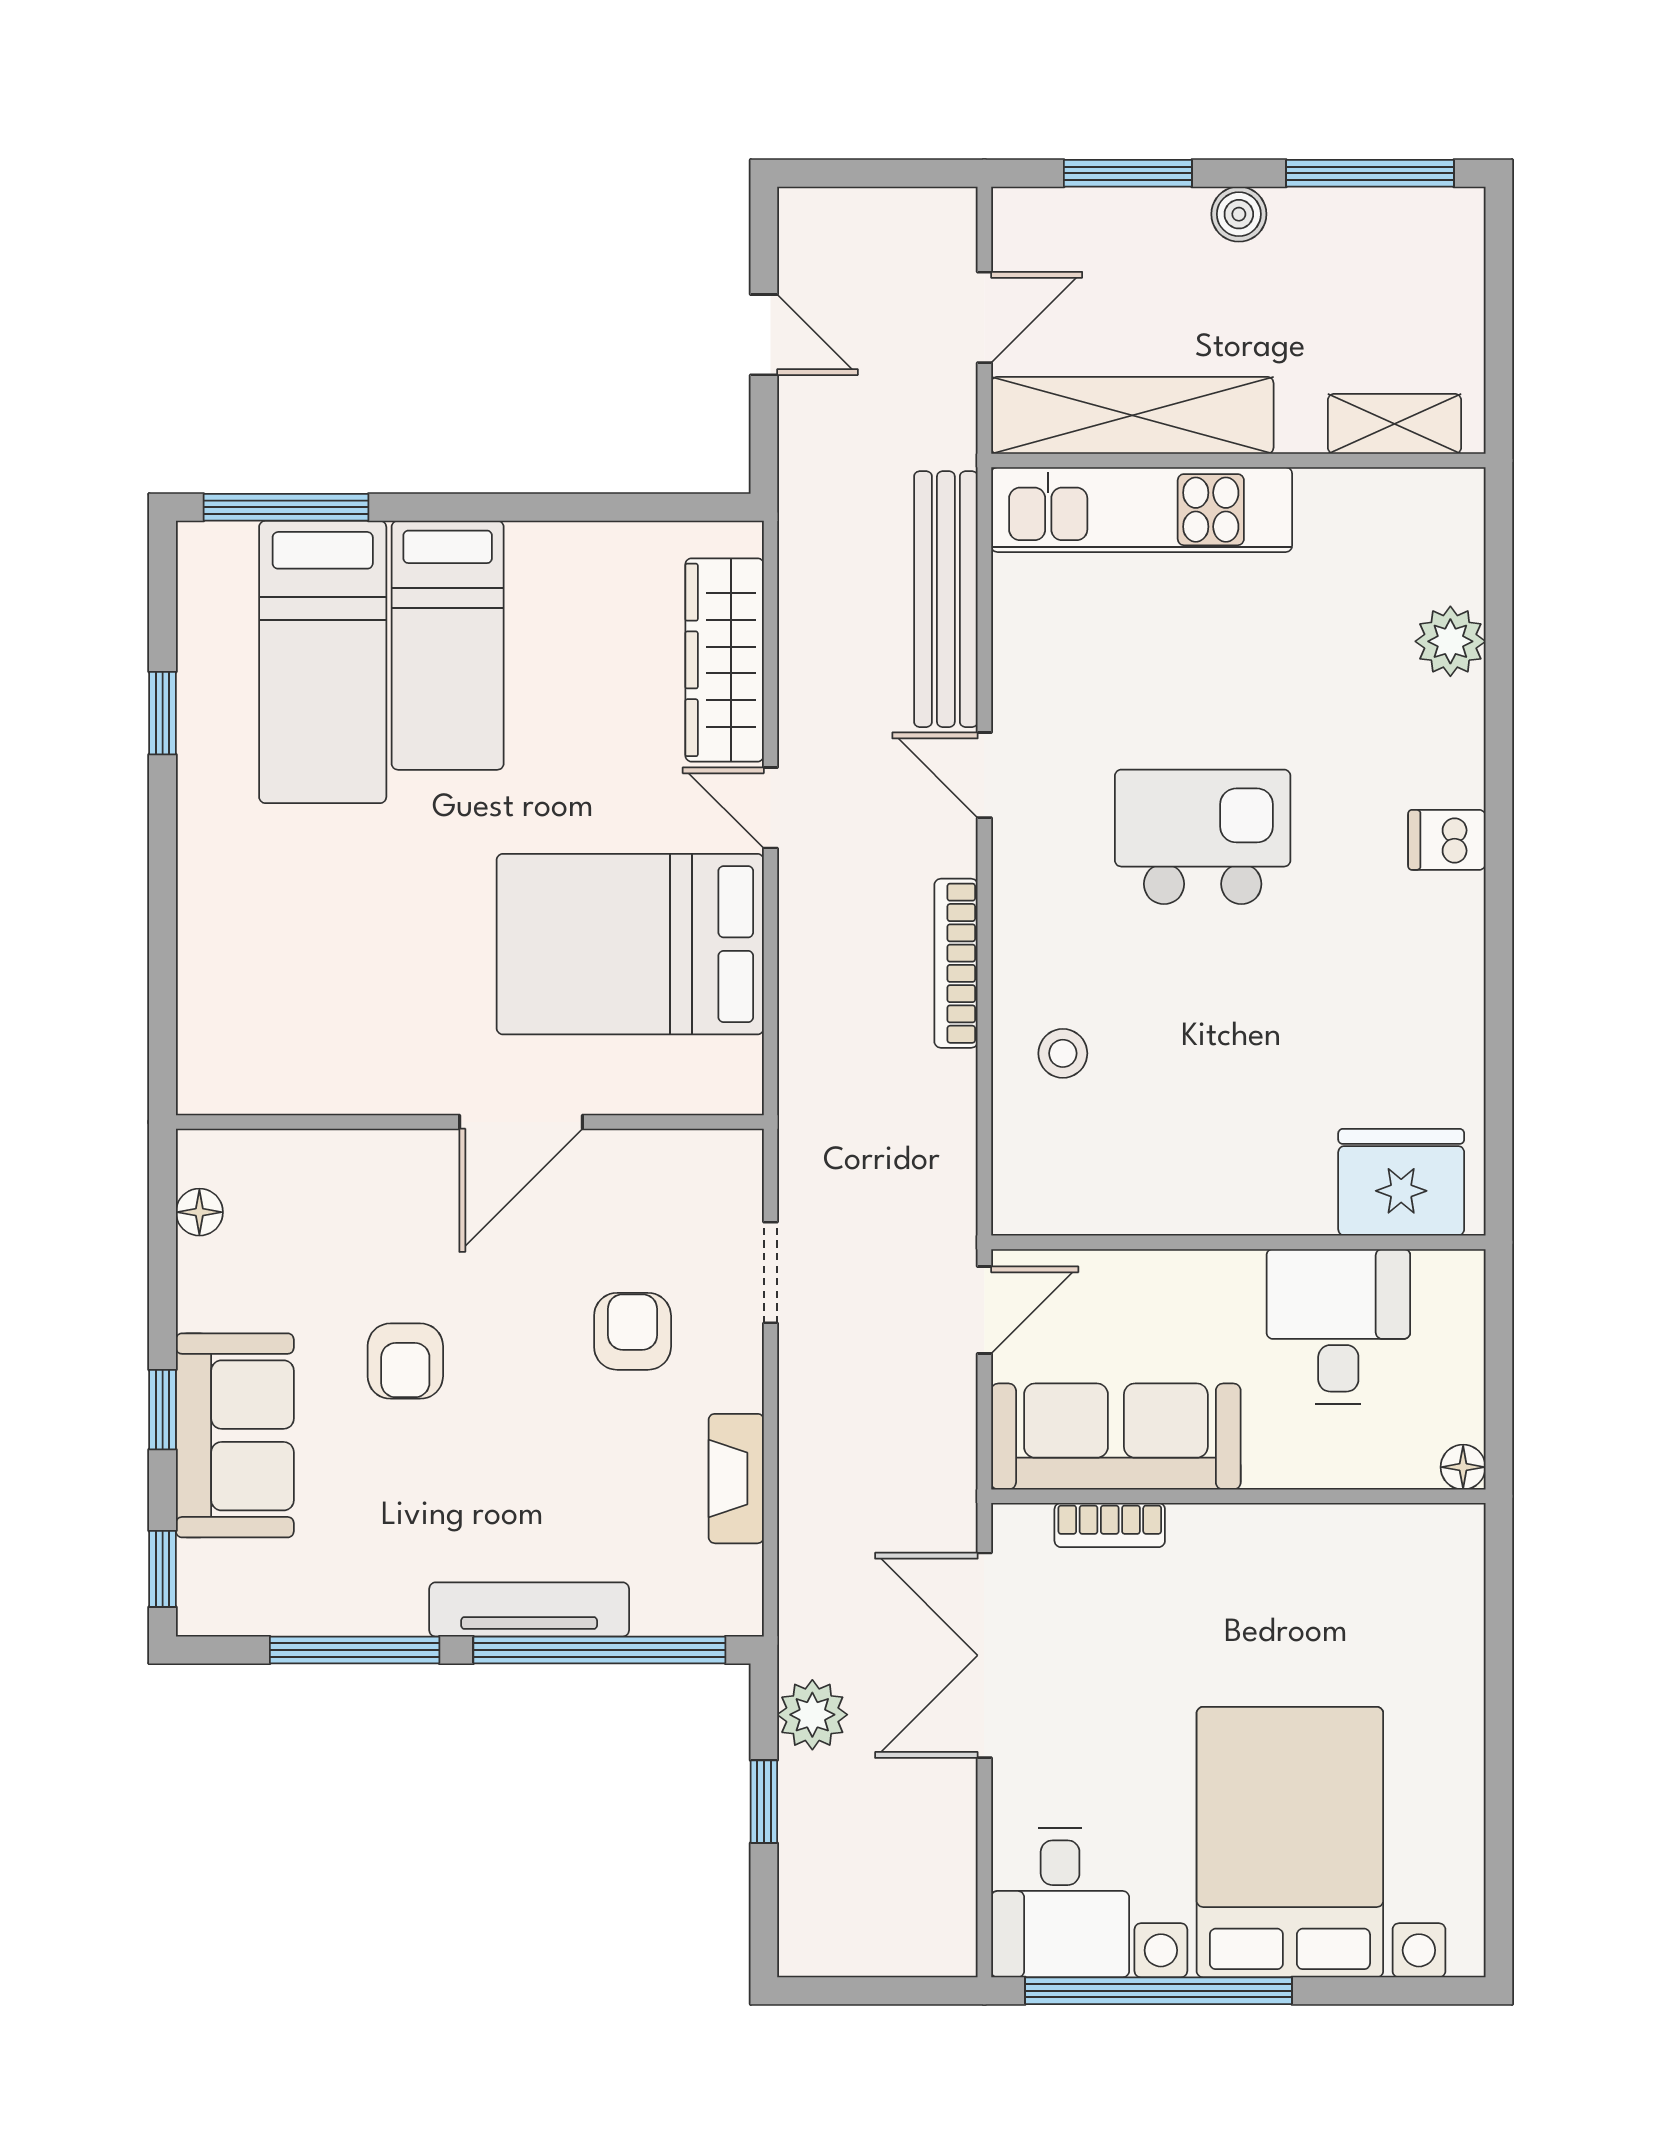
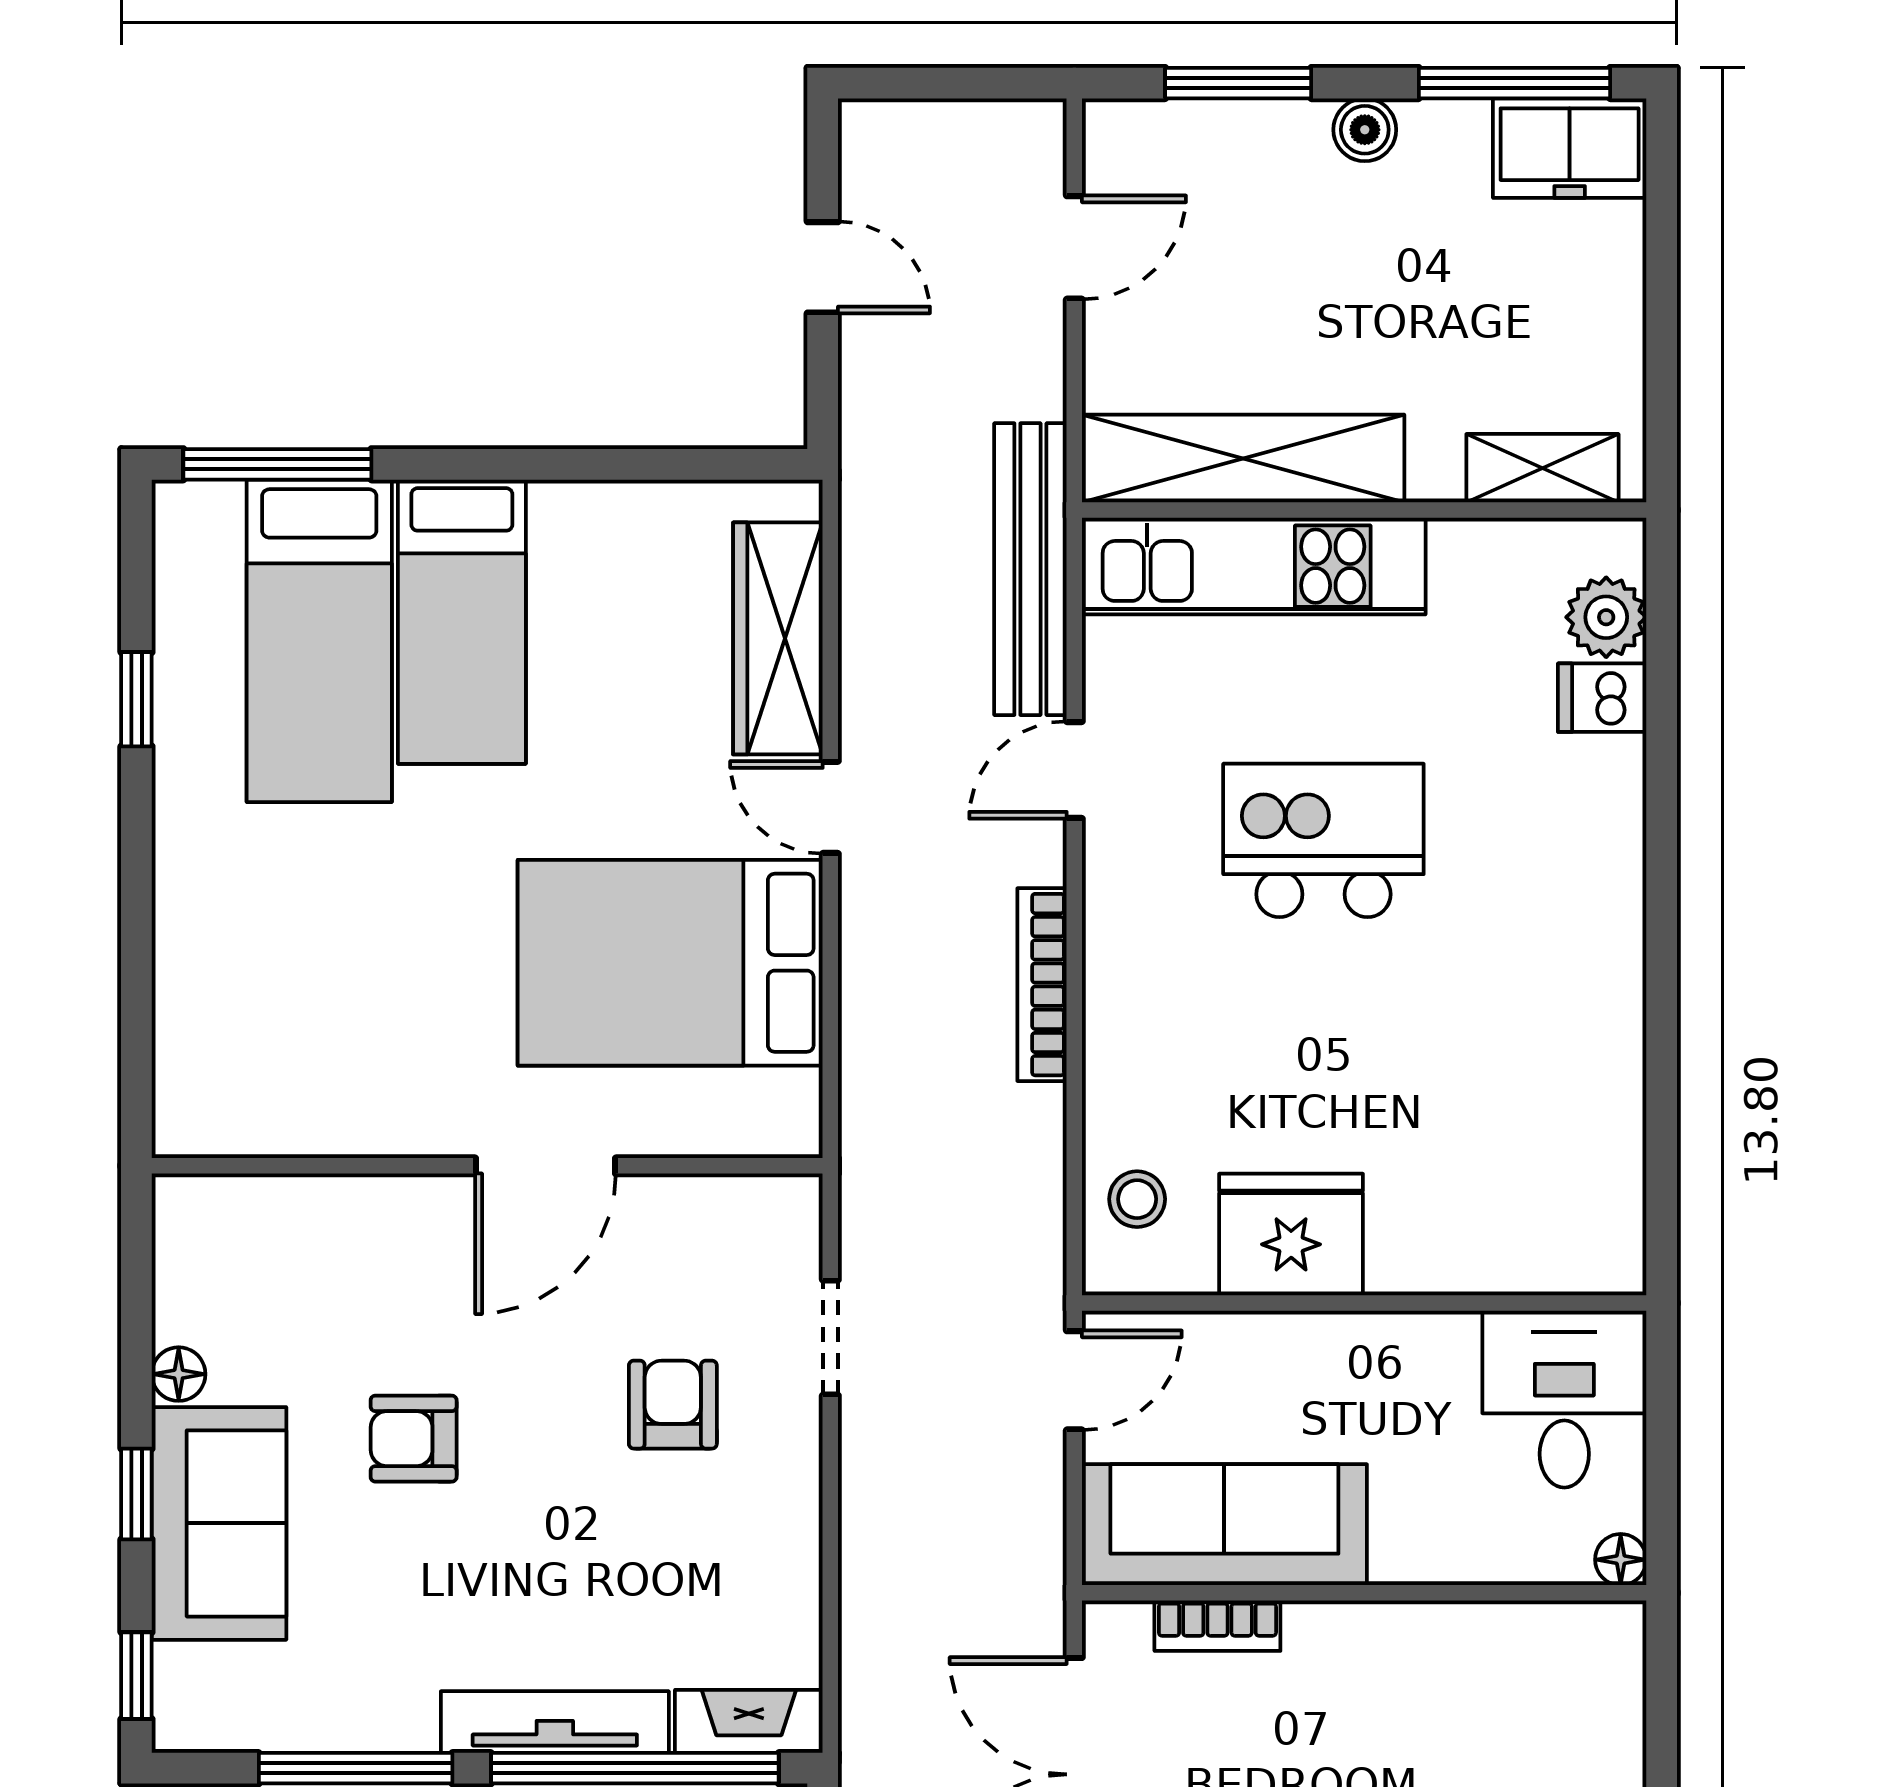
freezer: (1418, 230) -> (1570, 148), added
shelving: (1132, 415) -> (1243, 458), moved
shelving: (1394, 424) -> (1542, 468), moved
wall: (1238, 461) -> (1364, 510), moved
kitchen unit: (1142, 510) -> (1254, 566), moved
door: (984, 775) -> (1074, 770), hinge flipped
dishwasher: (1447, 840) -> (1602, 698), moved
stool: (1063, 1053) -> (1137, 1199), moved
fridge: (1401, 1182) -> (1291, 1235), moved
floor lamp: (199, 1212) -> (179, 1374), moved
desk: (1338, 1326) -> (1564, 1399), moved
armchair: (405, 1361) -> (414, 1439), turned 90
fireplace: (736, 1479) -> (749, 1721), moved, turned 90

